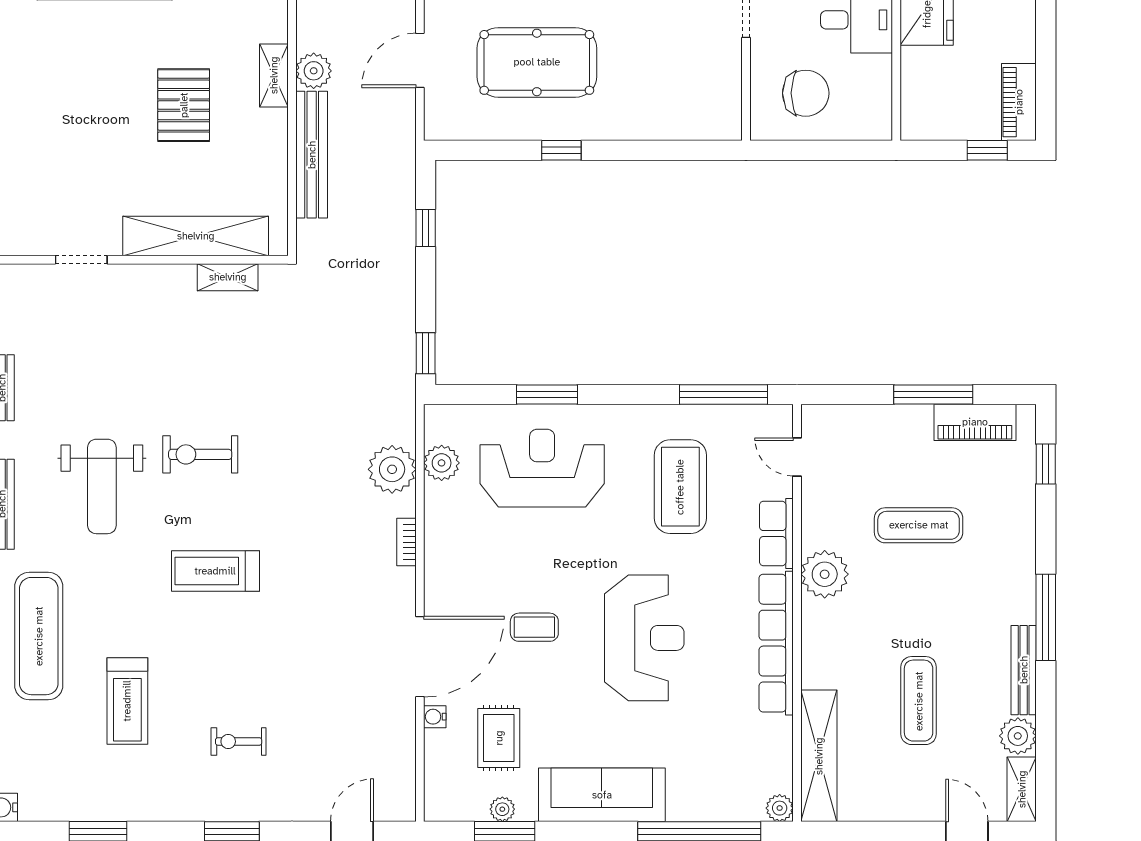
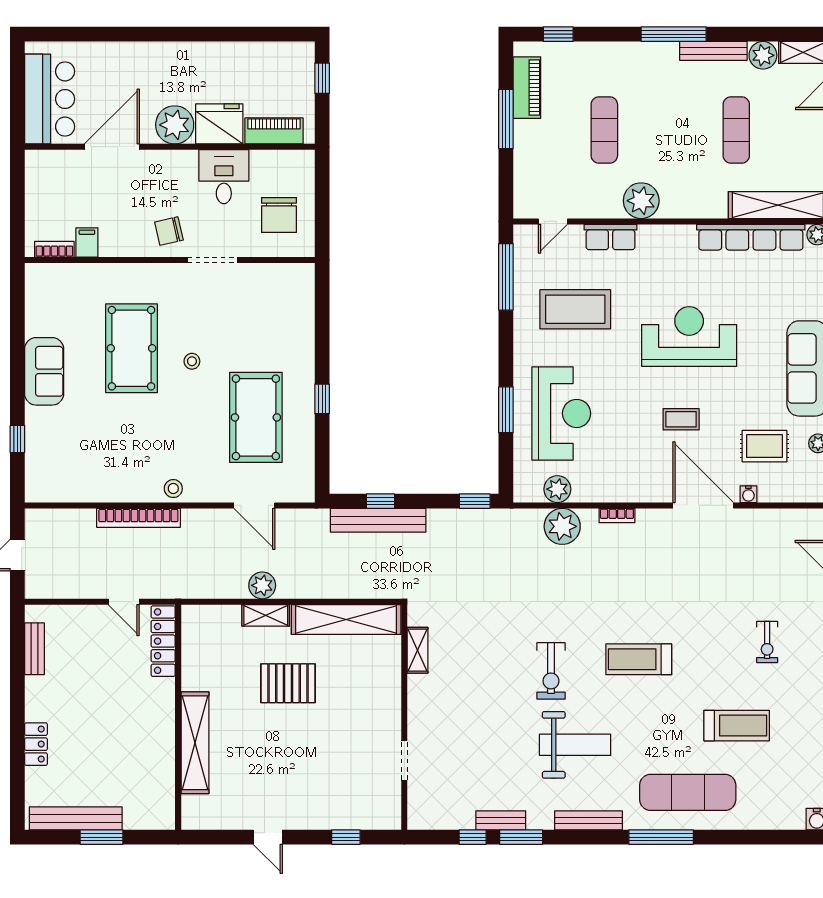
chair: (806, 93) -> (279, 215), turned 180
piano: (1019, 102) -> (274, 131), moved, turned 180
bench: (312, 155) -> (378, 520), moved
shelving: (196, 236) -> (346, 620), moved, turned 90
reception desk: (542, 468) -> (561, 413), turned 180
treadmill: (215, 571) -> (639, 659), turned 90
coffee table: (534, 627) -> (681, 419), turned 90
row of seats: (776, 643) -> (751, 237), moved
exercise mat: (919, 701) -> (736, 130), turned 90

